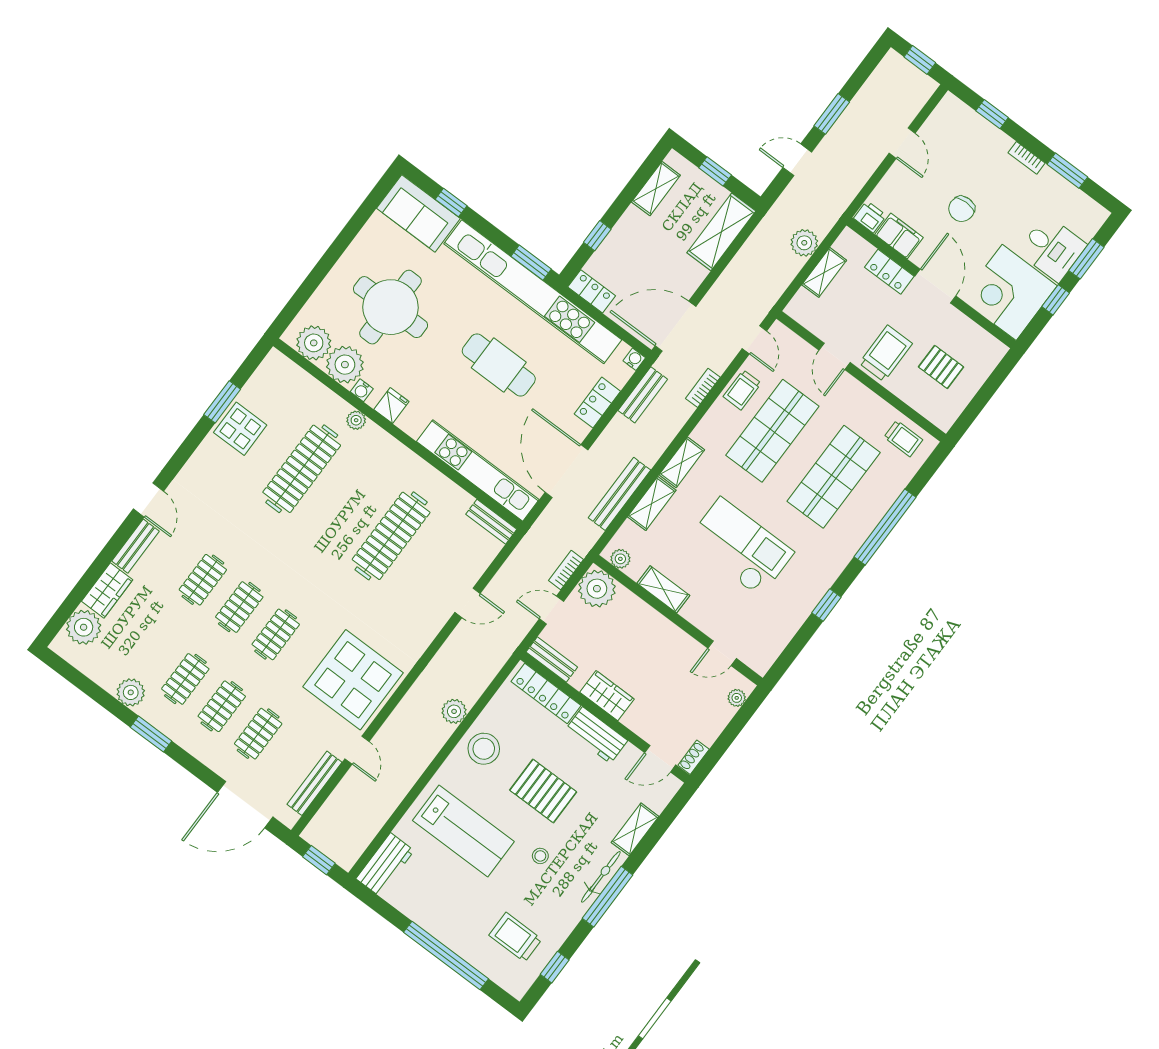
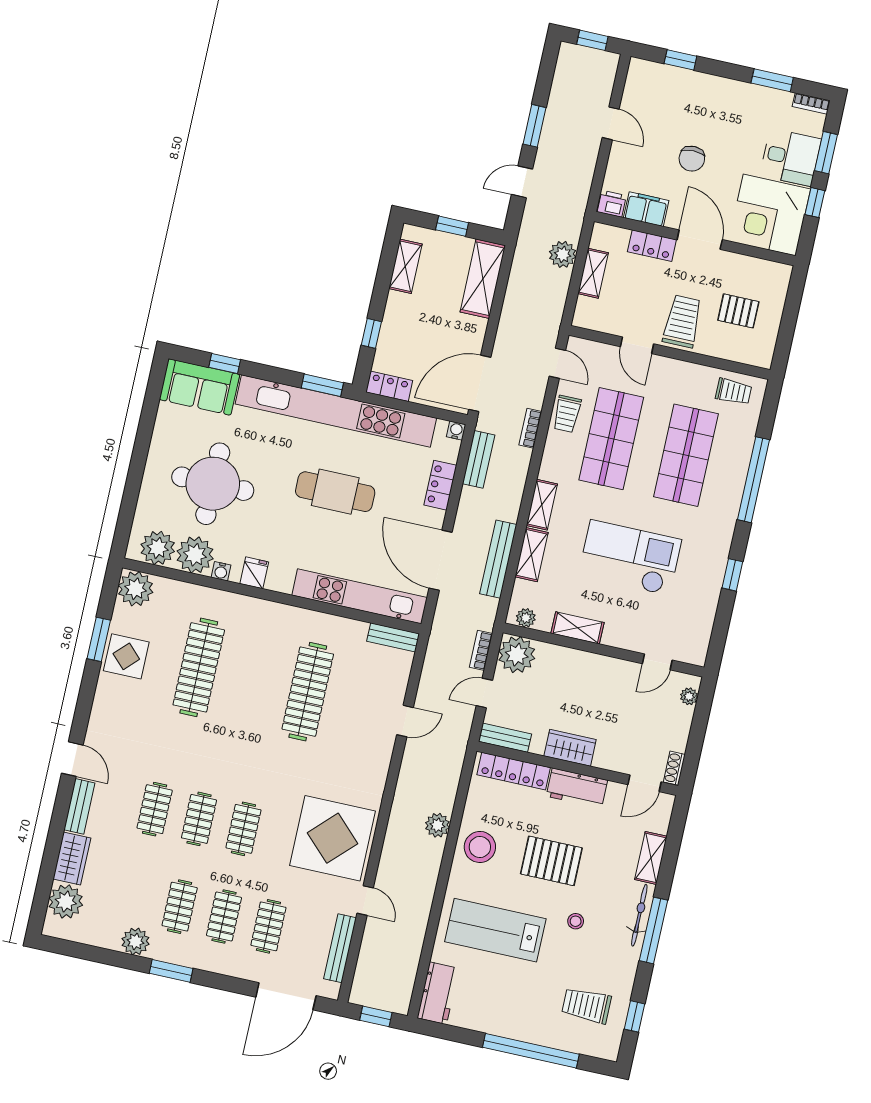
bookcase: (1027, 158) -> (811, 104), moved
plant: (356, 420) -> (136, 589), moved, width x1.88, depth x1.88
lab bench: (463, 831) -> (495, 930), turned 180

